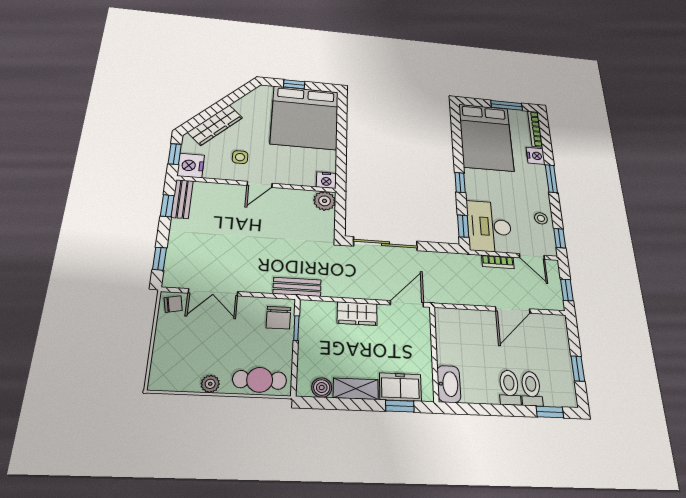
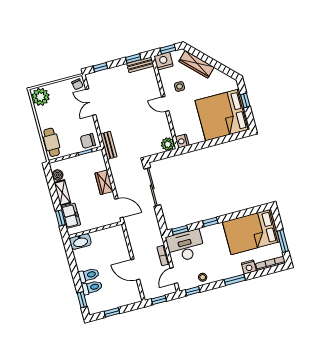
plant: (210, 384) -> (41, 97), moved, width x1.87, depth x1.87

